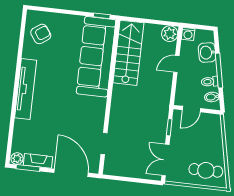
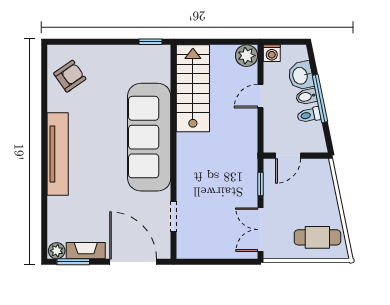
sofa: (96, 57) -> (149, 137), moved
bidet: (212, 97) -> (306, 97), moved

